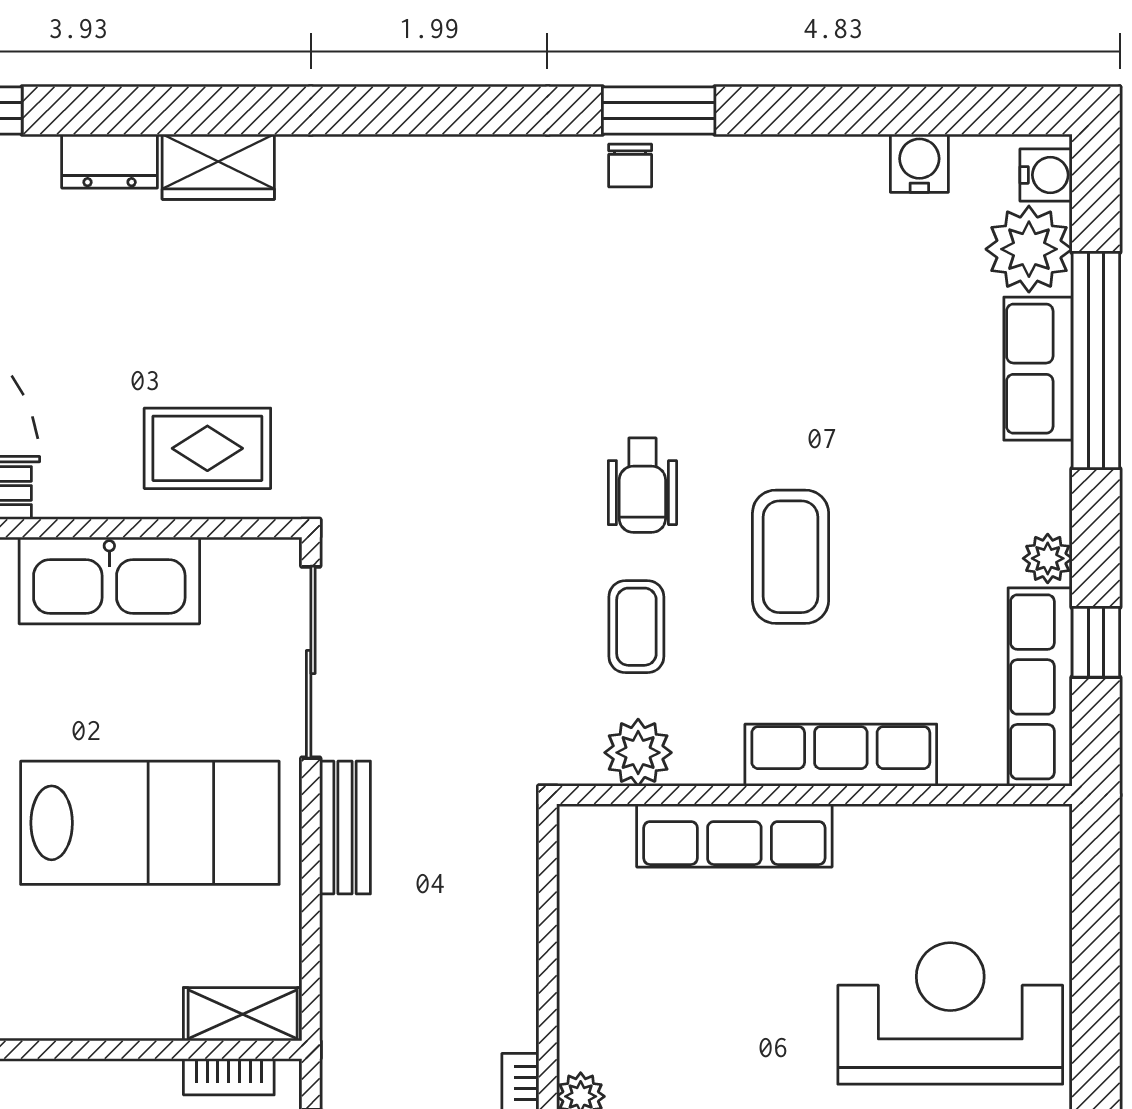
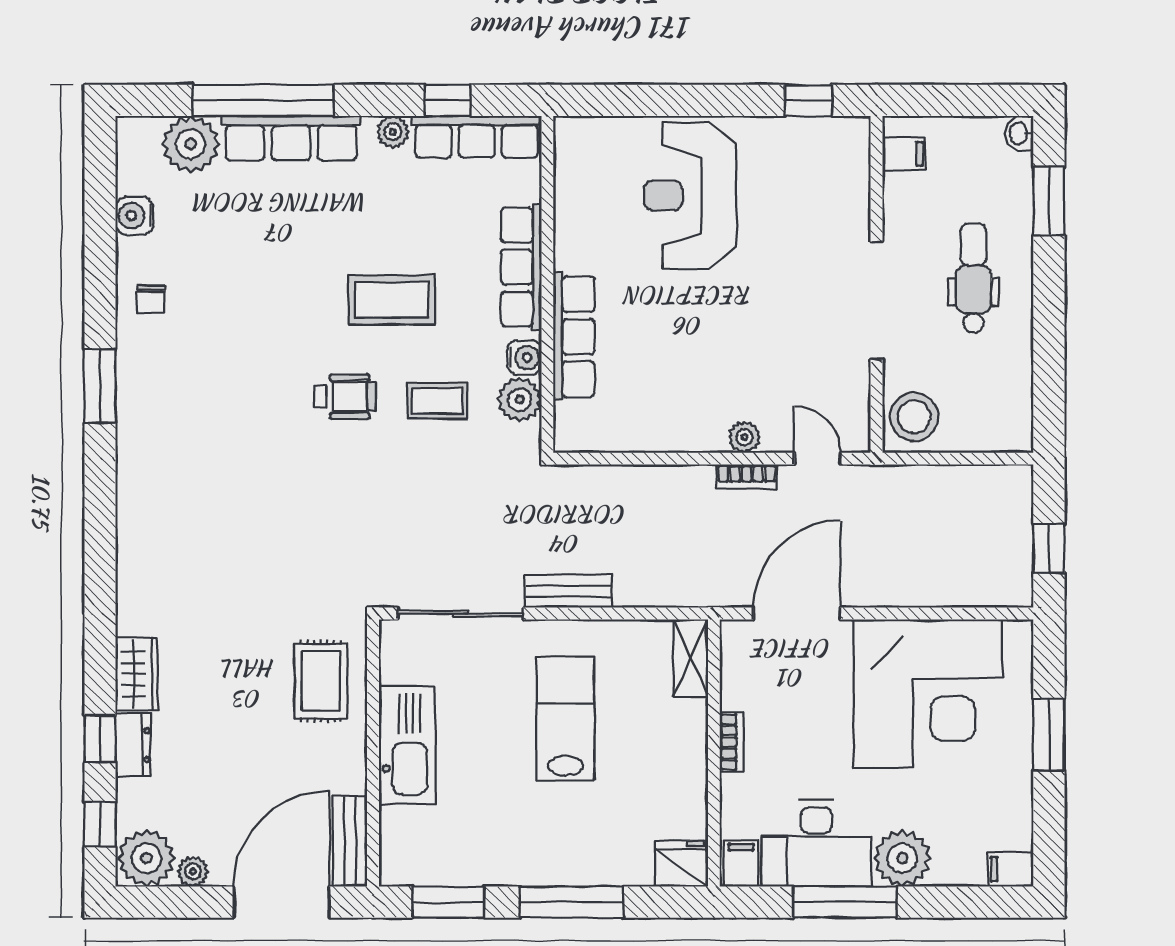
window: (120, 111) -> (100, 738), added
chair: (630, 165) -> (151, 299), moved, turned 90
water cooler: (1046, 175) -> (524, 357), moved, turned 90
row of seats: (1038, 369) -> (291, 138), width x1.48
lab bench: (150, 823) -> (566, 719), width x0.73, depth x0.72
bookcase: (229, 1077) -> (732, 742), moved

